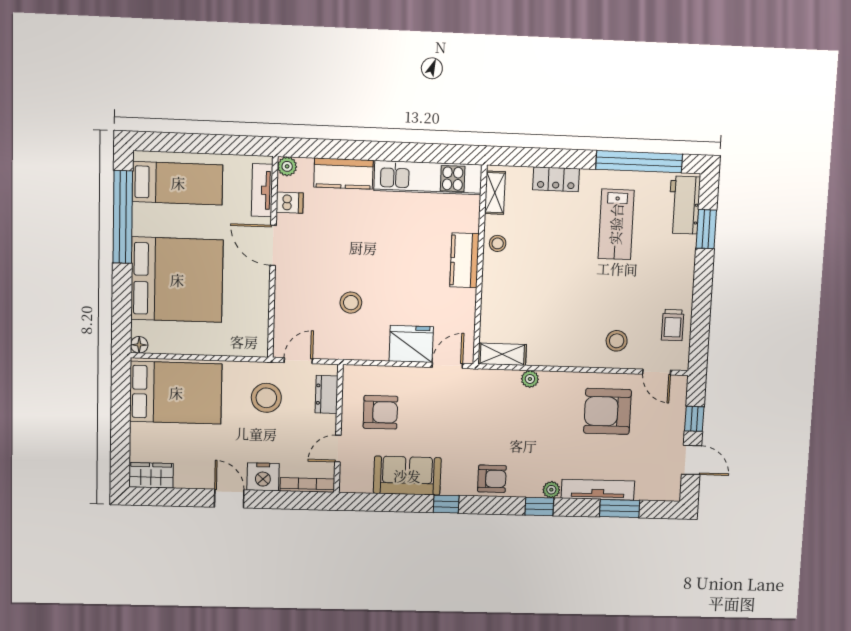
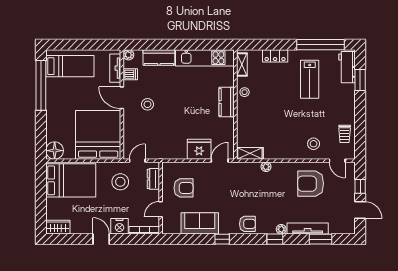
bed: (177, 280) -> (98, 135), moved, turned -90
stool: (351, 303) -> (147, 104), moved
floor lamp: (139, 345) -> (55, 151), width x1.89, depth x1.89

